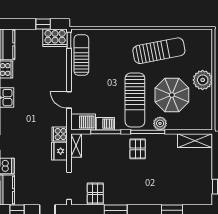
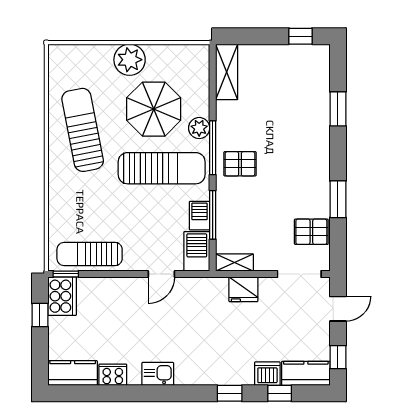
cooker: (60, 134) -> (216, 289), removed

